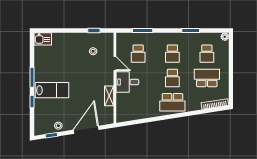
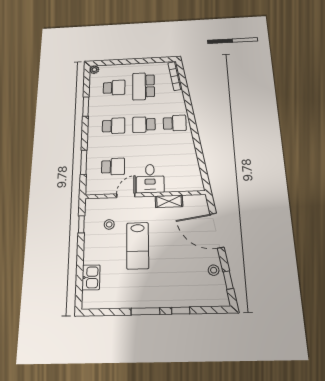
kitchen sink: (43, 39) -> (91, 277), moved
school desk: (172, 78) -> (144, 124), turned 180
lab bench: (52, 90) -> (138, 246), moved, turned 180
school desk: (172, 102) -> (175, 123), width x0.54

